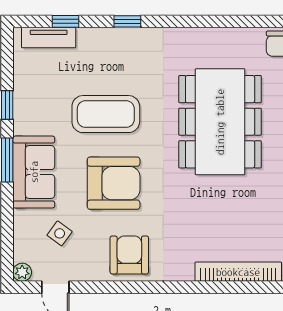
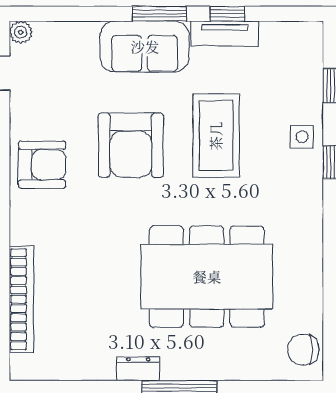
tv unit: (49, 38) -> (225, 34), moved, turned -90
side table: (60, 233) -> (302, 137), moved, turned -36

